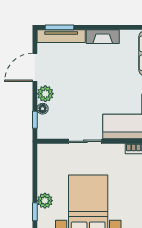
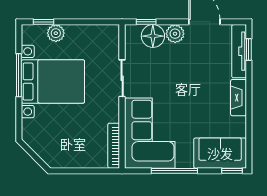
window: (60, 27) -> (249, 50), width x0.67
floor lamp: (43, 109) -> (153, 36), width x1.89, depth x1.89

